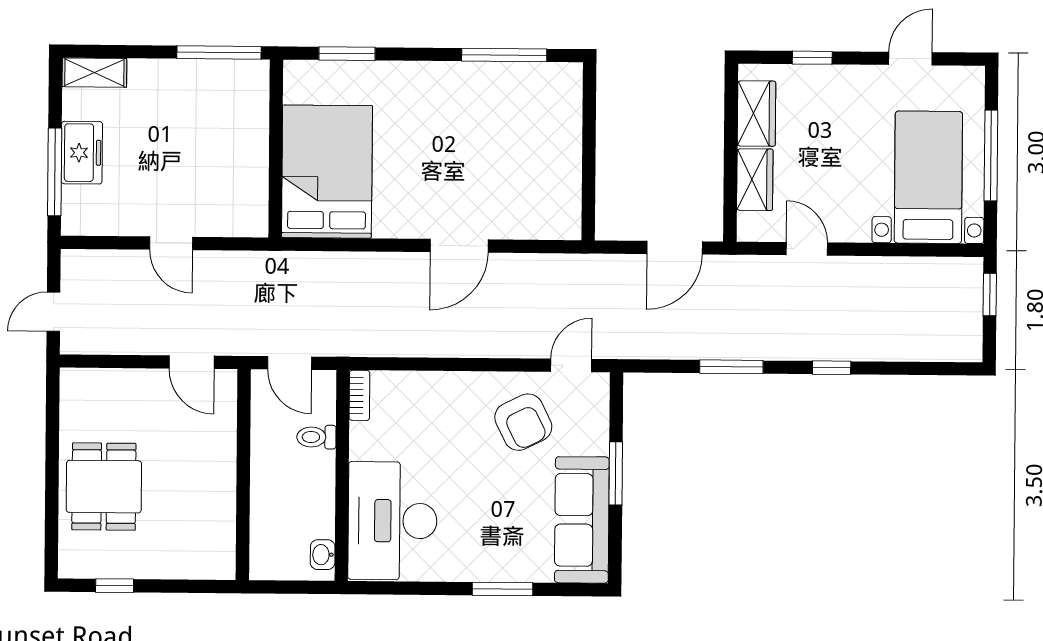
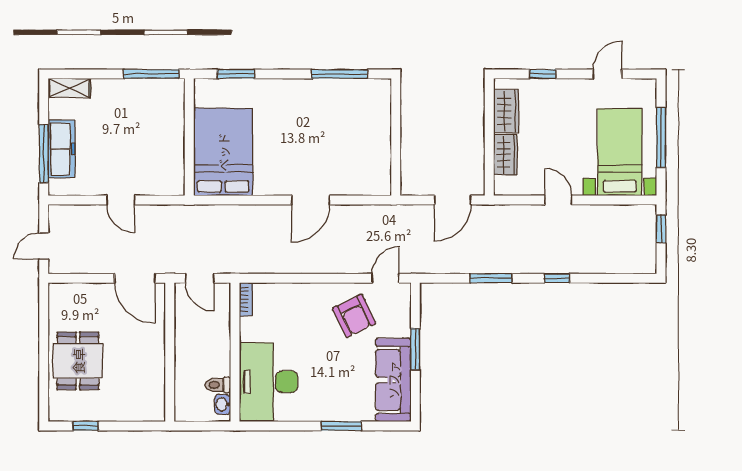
freezer: (82, 153) -> (62, 149), width x1.40
door: (807, 249) -> (558, 200), moved
door: (192, 362) -> (135, 278), width x1.38
toilet: (316, 437) -> (218, 385), moved

